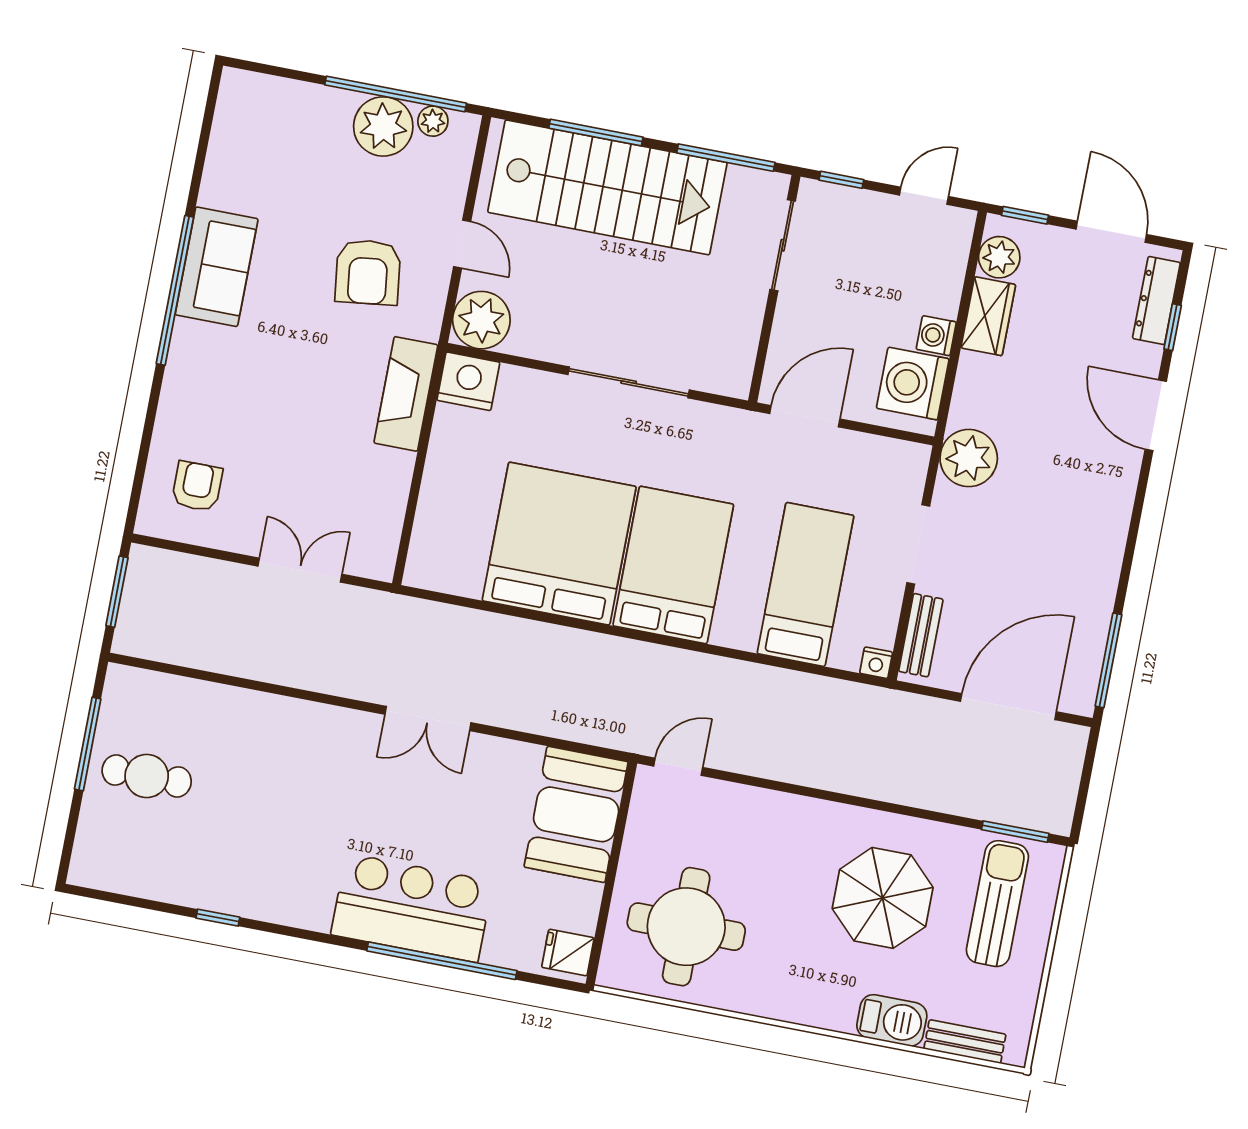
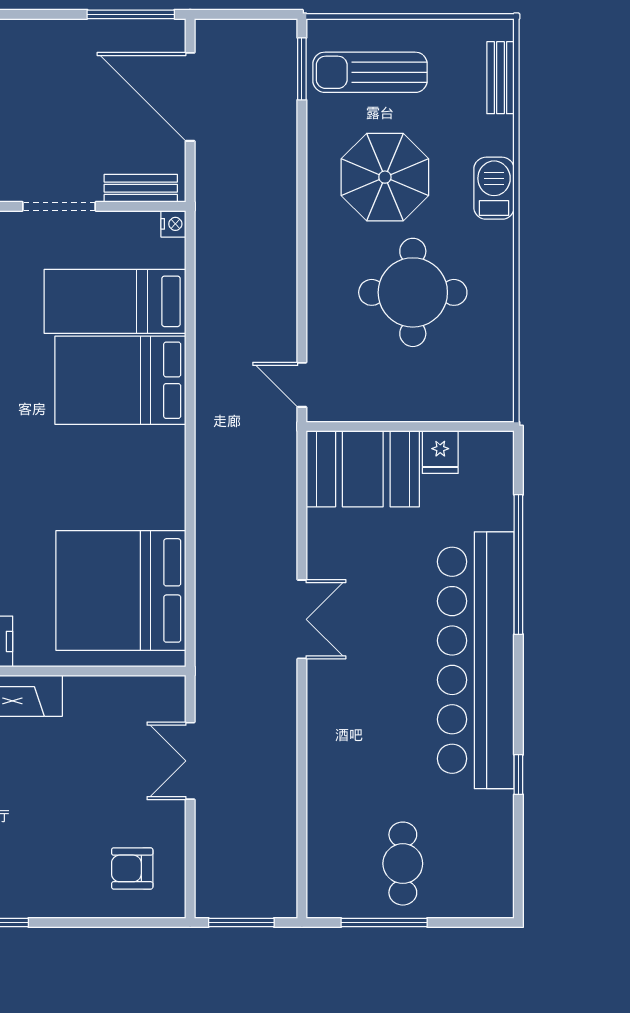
bed: (559, 544) -> (121, 590), moved
bed: (673, 565) -> (120, 380), moved
bar counter: (412, 908) -> (476, 660), width x1.86
round table: (686, 927) -> (413, 292), moved
fridge: (568, 953) -> (440, 452), moved
barbecue: (892, 1020) -> (494, 188), moved

